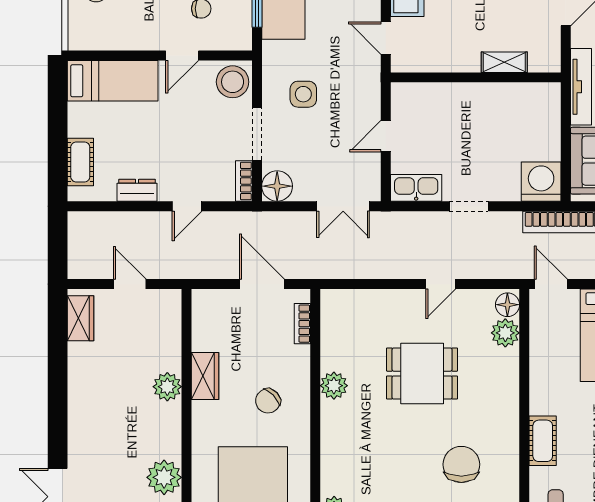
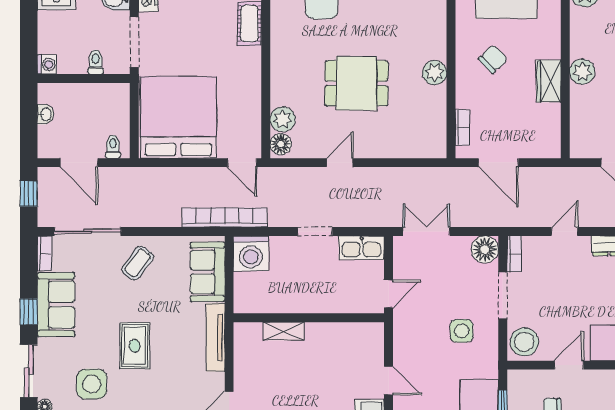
shelving: (504, 62) -> (284, 331), moved
wall: (476, 77) -> (309, 318), moved

